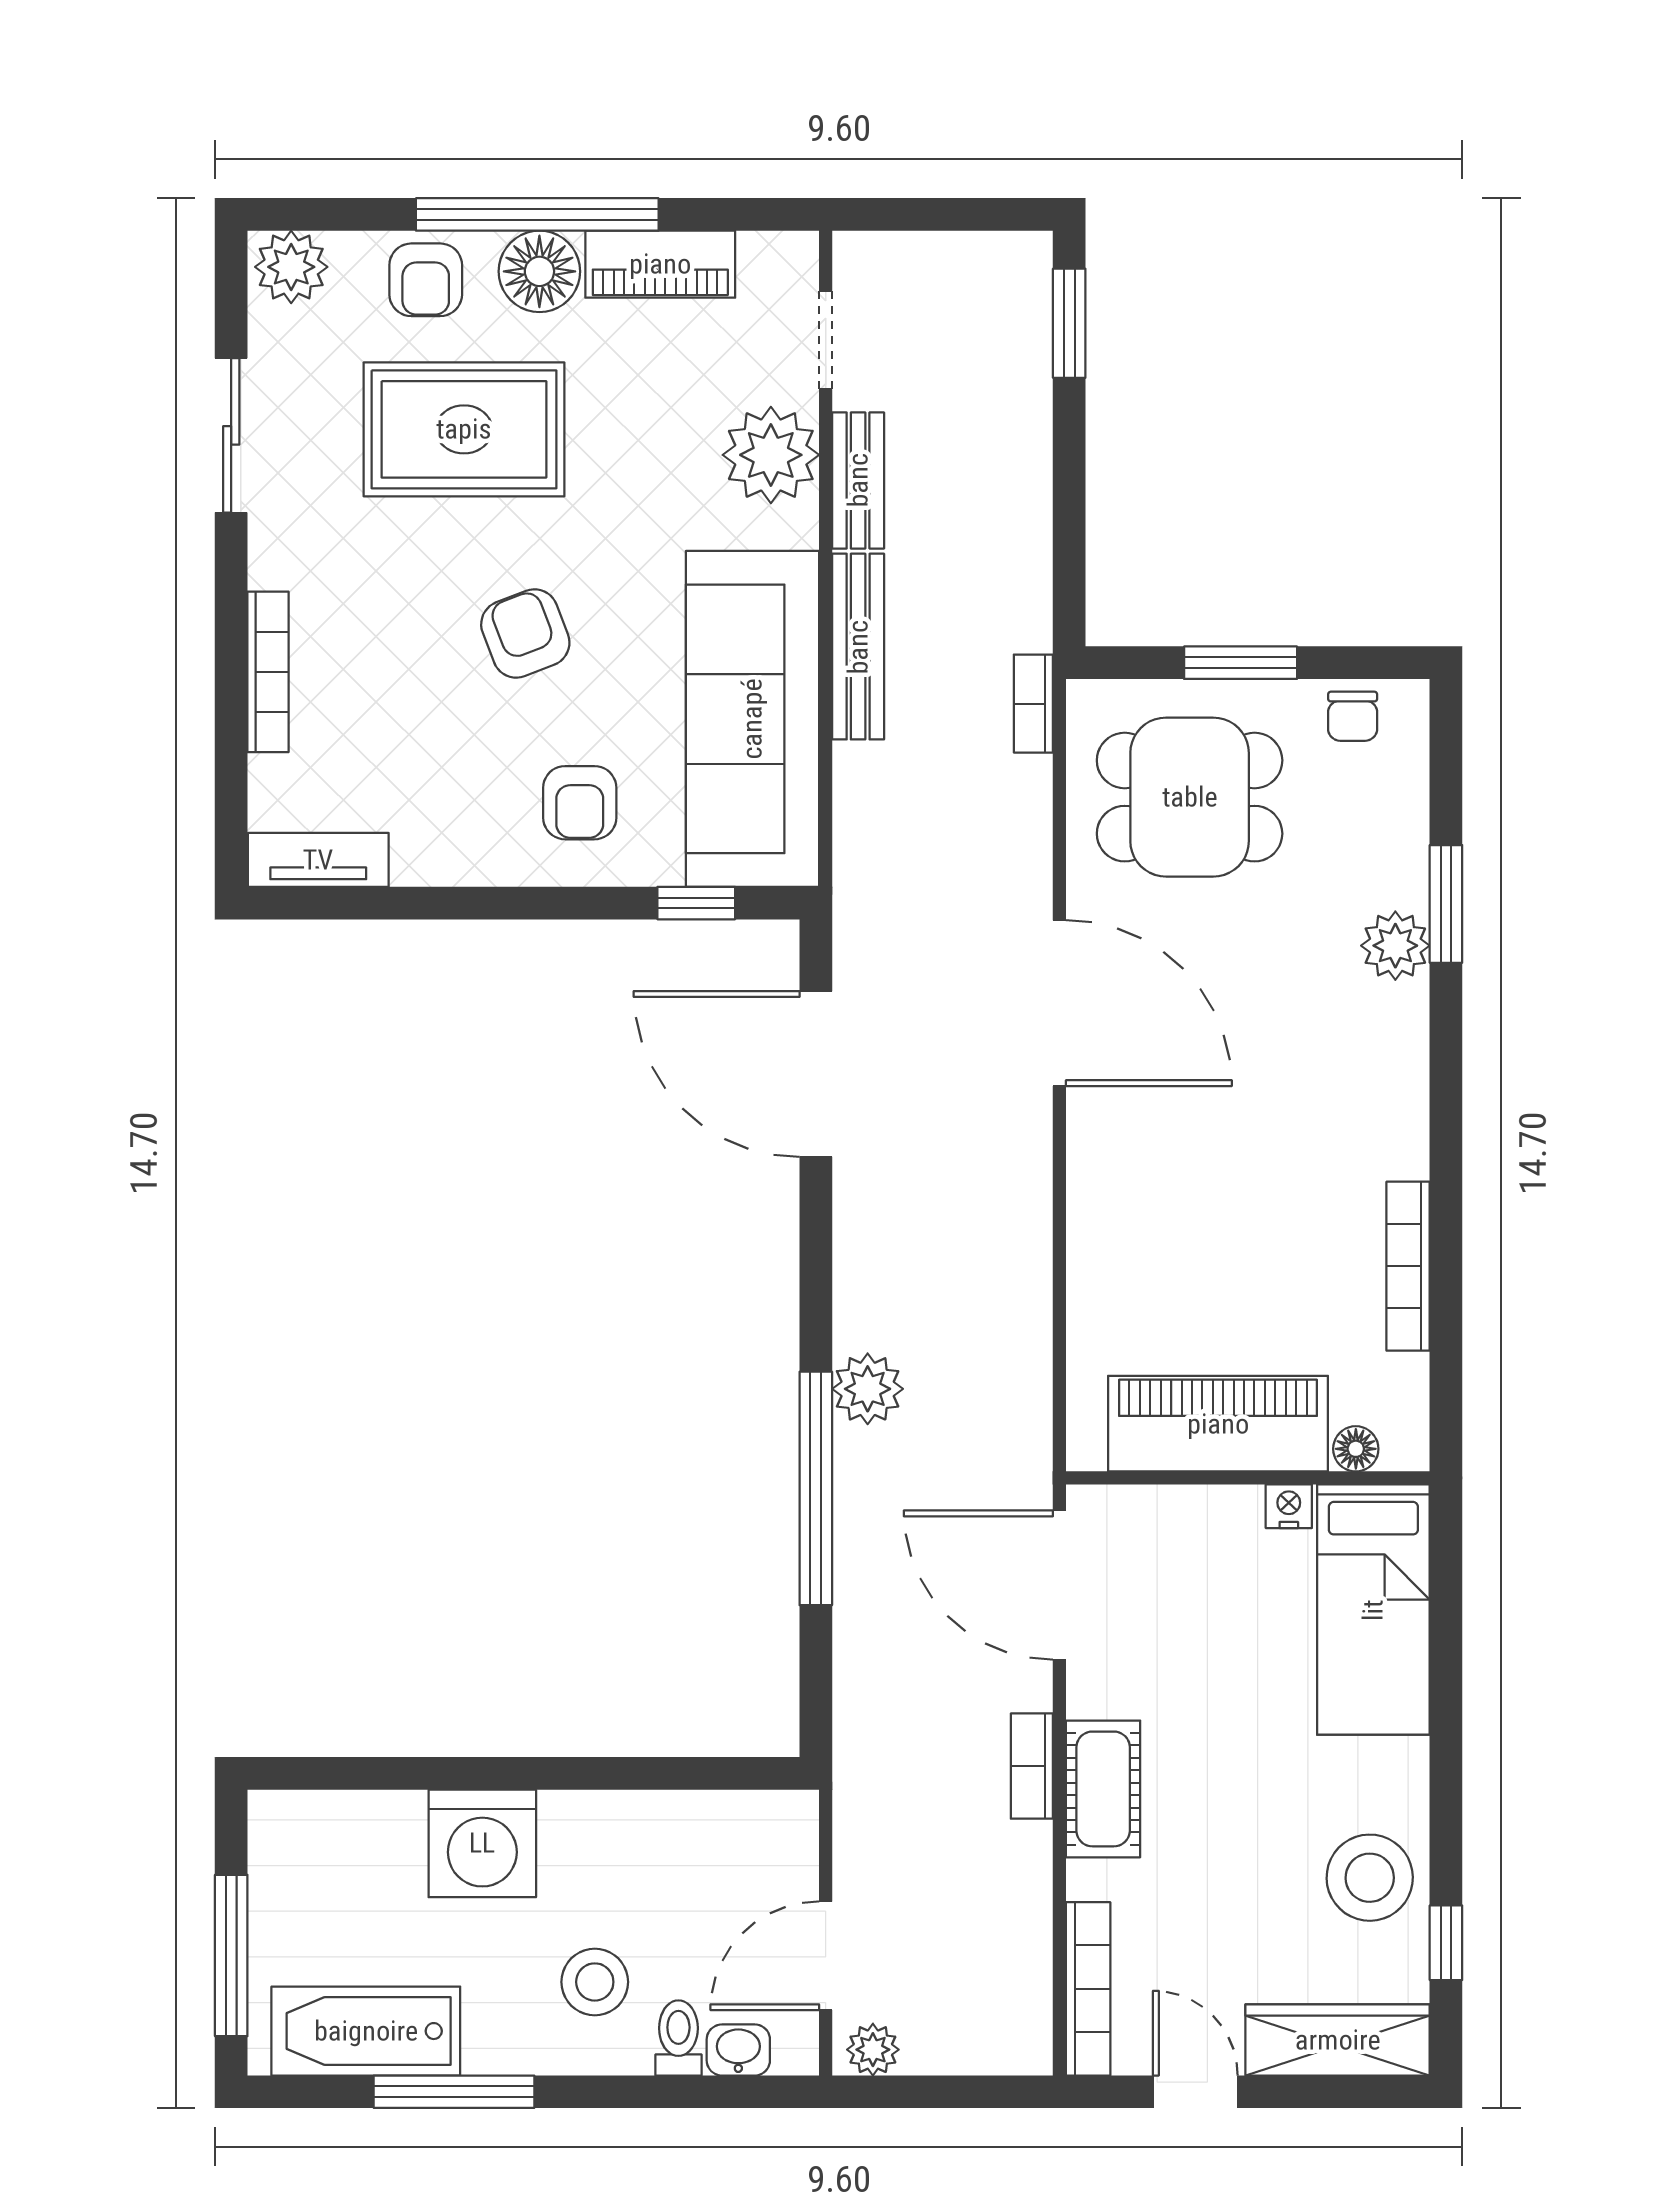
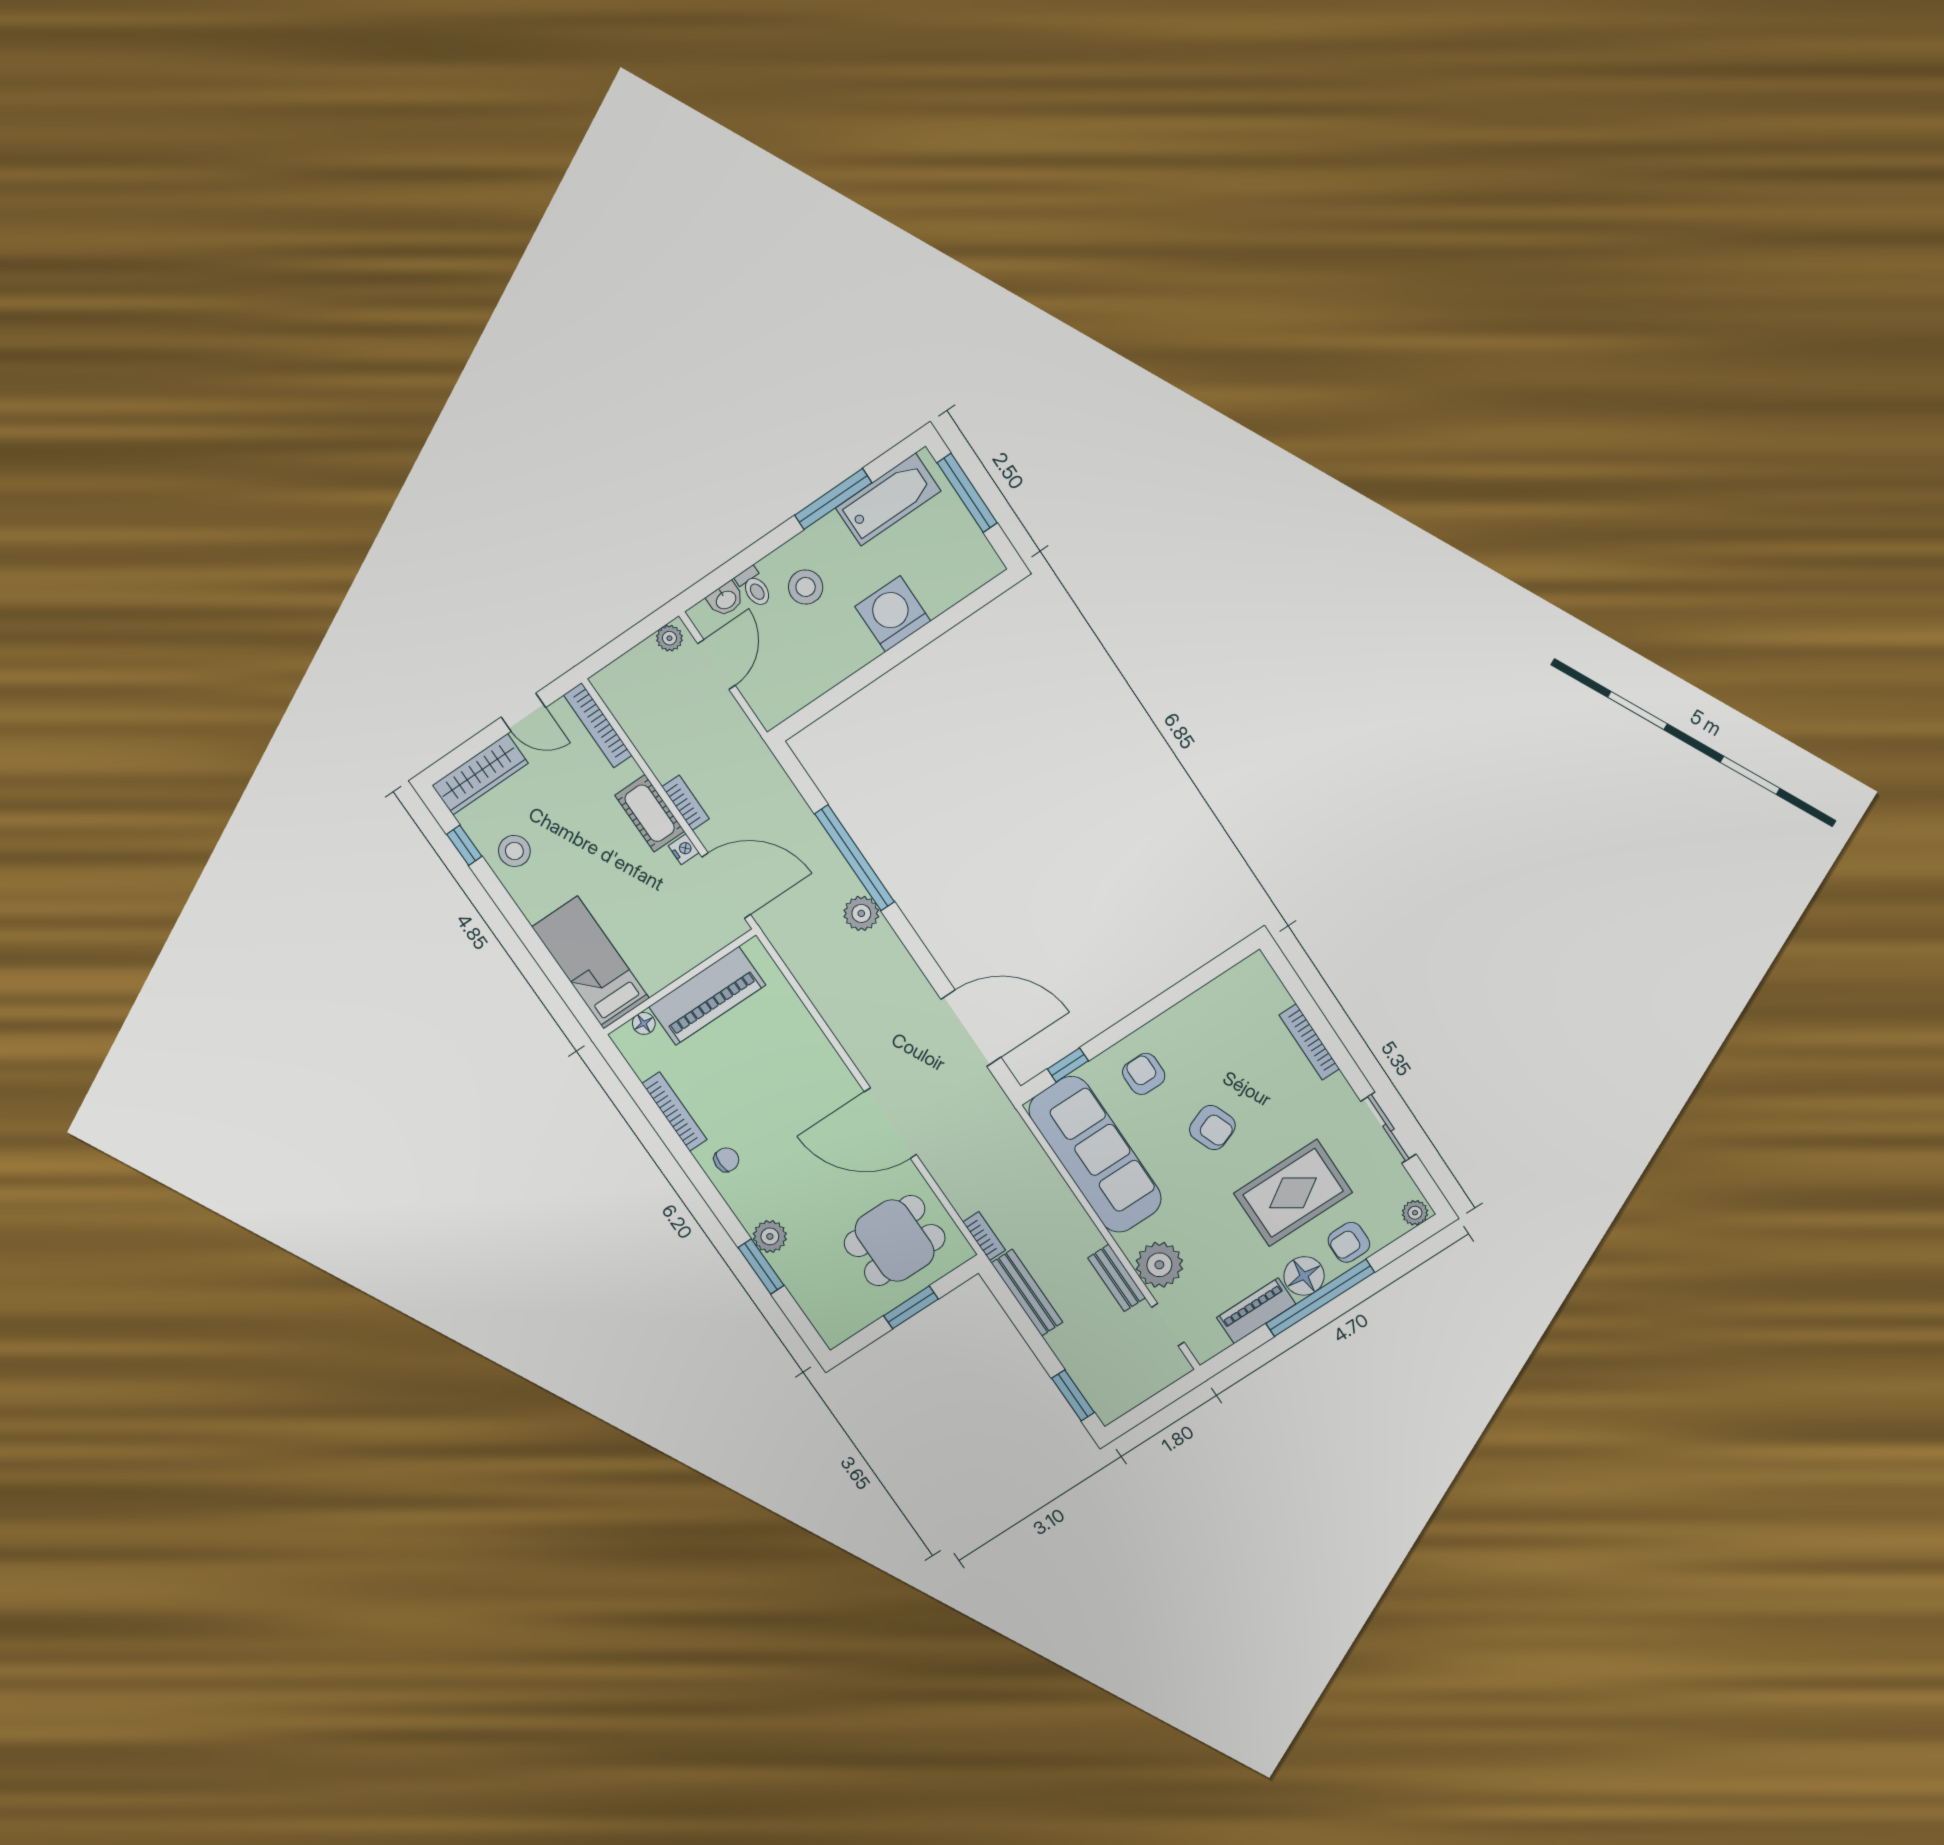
plant: (291, 267) -> (1415, 1213), width x0.73, depth x0.73
armchair: (426, 280) -> (1349, 1242), turned -90
bench: (858, 647) -> (1027, 1293), moved
chair: (1353, 716) -> (726, 1160), moved, turned 90
tv unit: (318, 860) -> (1237, 979), removed
nightstand: (1289, 1506) -> (684, 849), moved, turned -90
stool: (1370, 1878) -> (514, 851), width x0.73, depth x0.73

